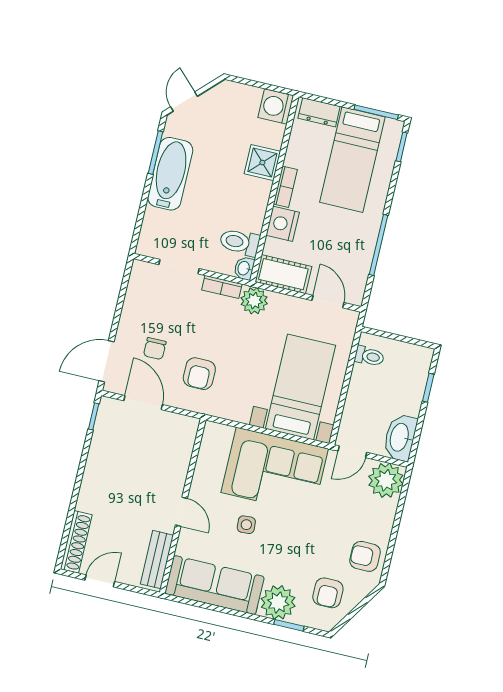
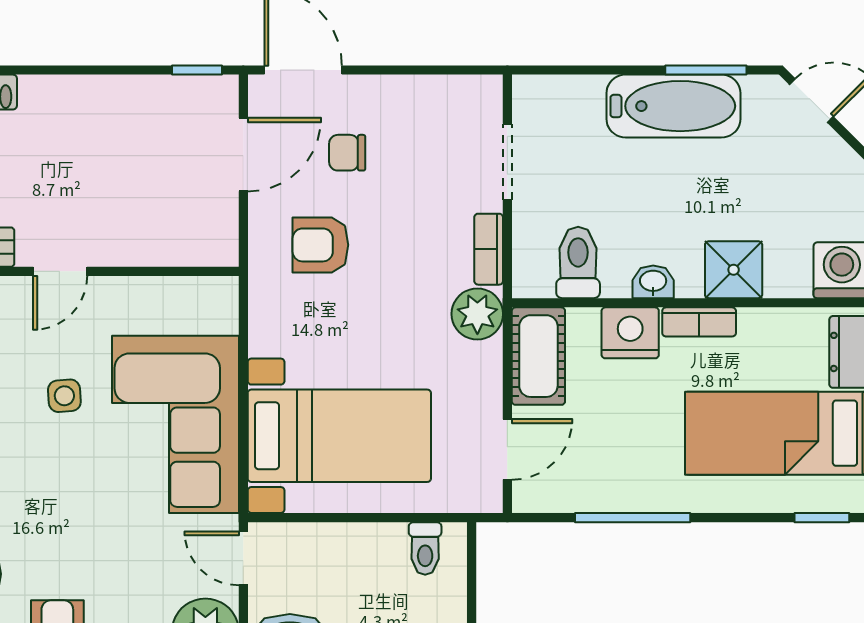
washbasin: (244, 268) -> (653, 282), moved

